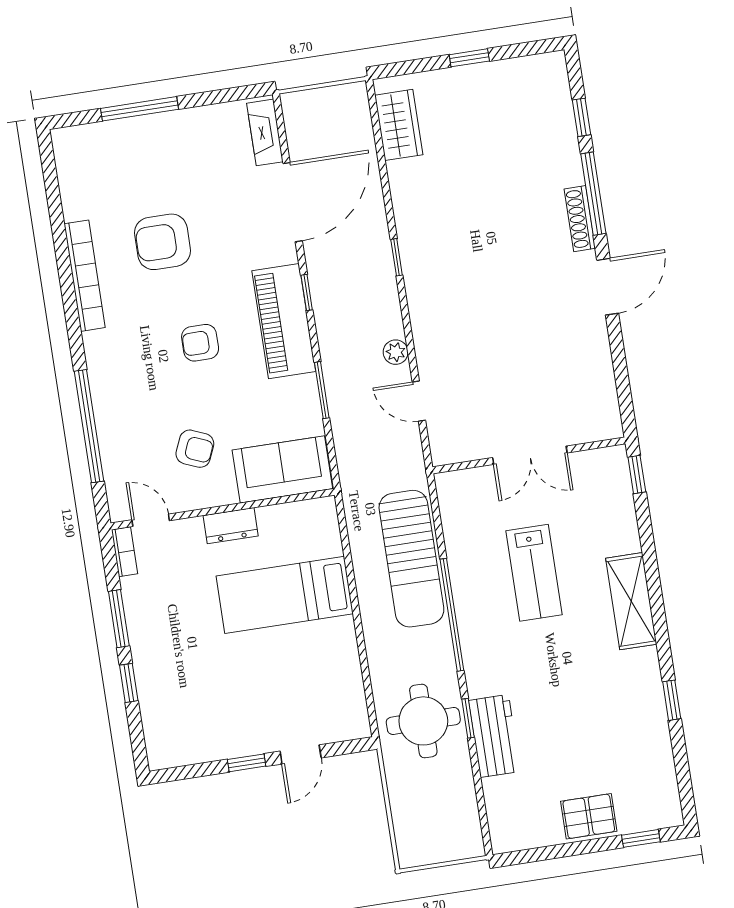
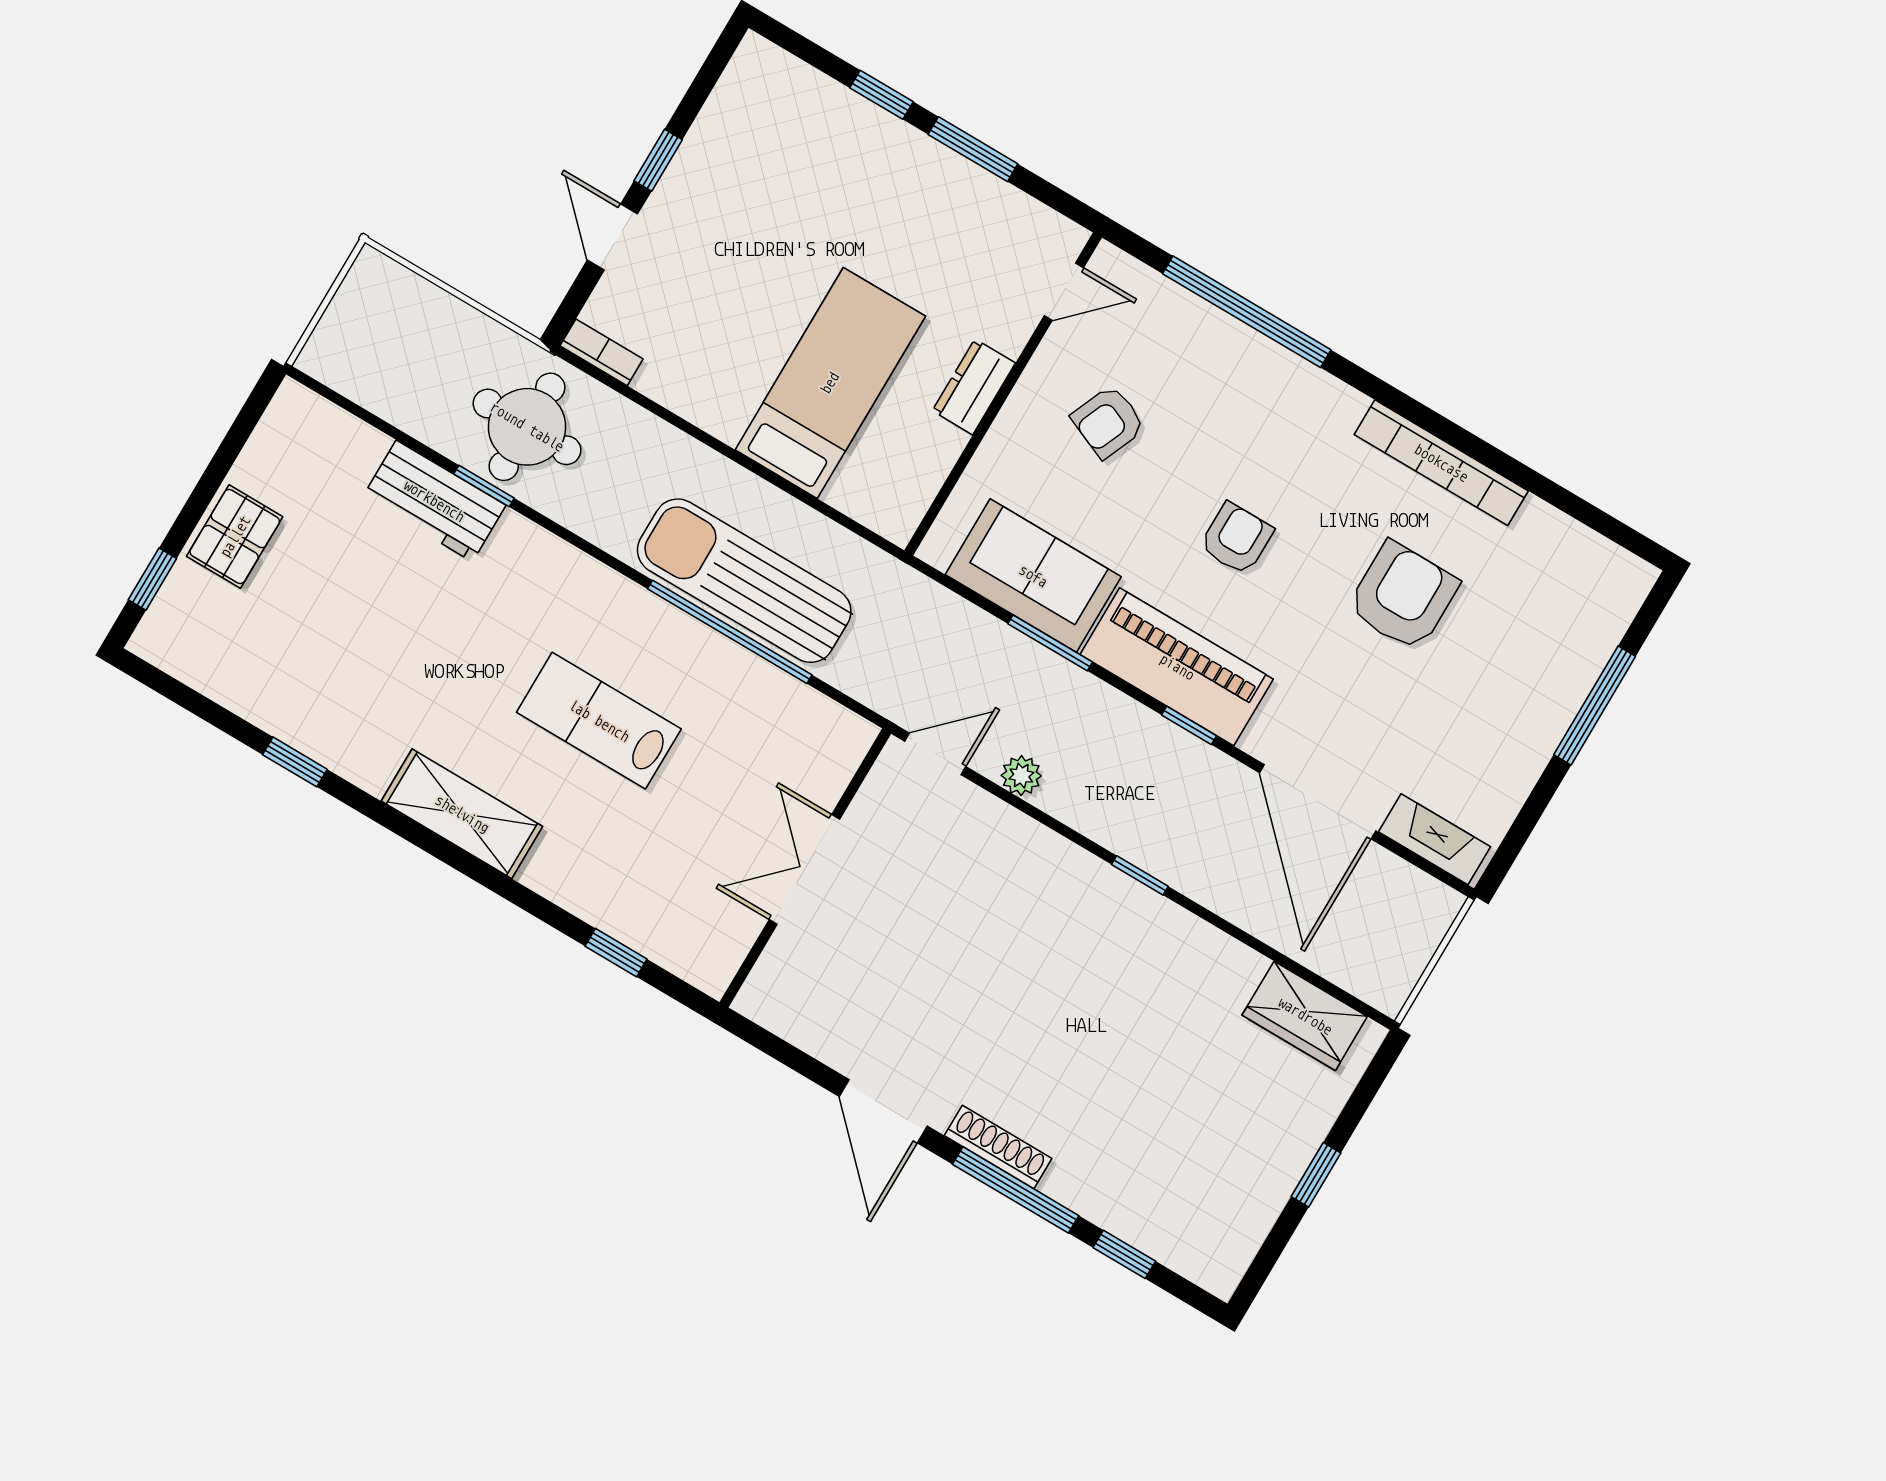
wall: (529, 455) -> (805, 868), moved
double door: (530, 455) -> (804, 869), moved
sofa: (282, 469) -> (1033, 576), moved, turned -90
bookcase: (124, 552) -> (601, 352), moved, turned 180
window: (452, 615) -> (730, 632), moved

